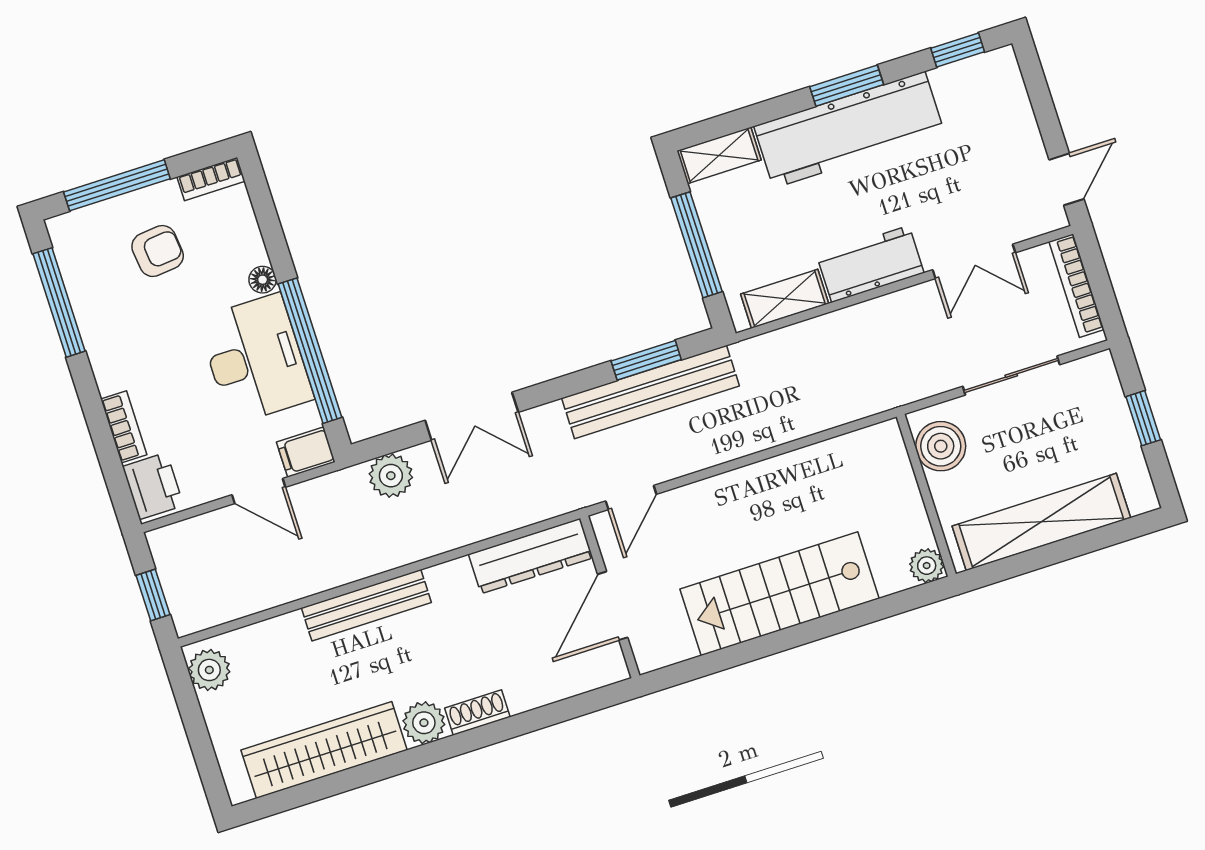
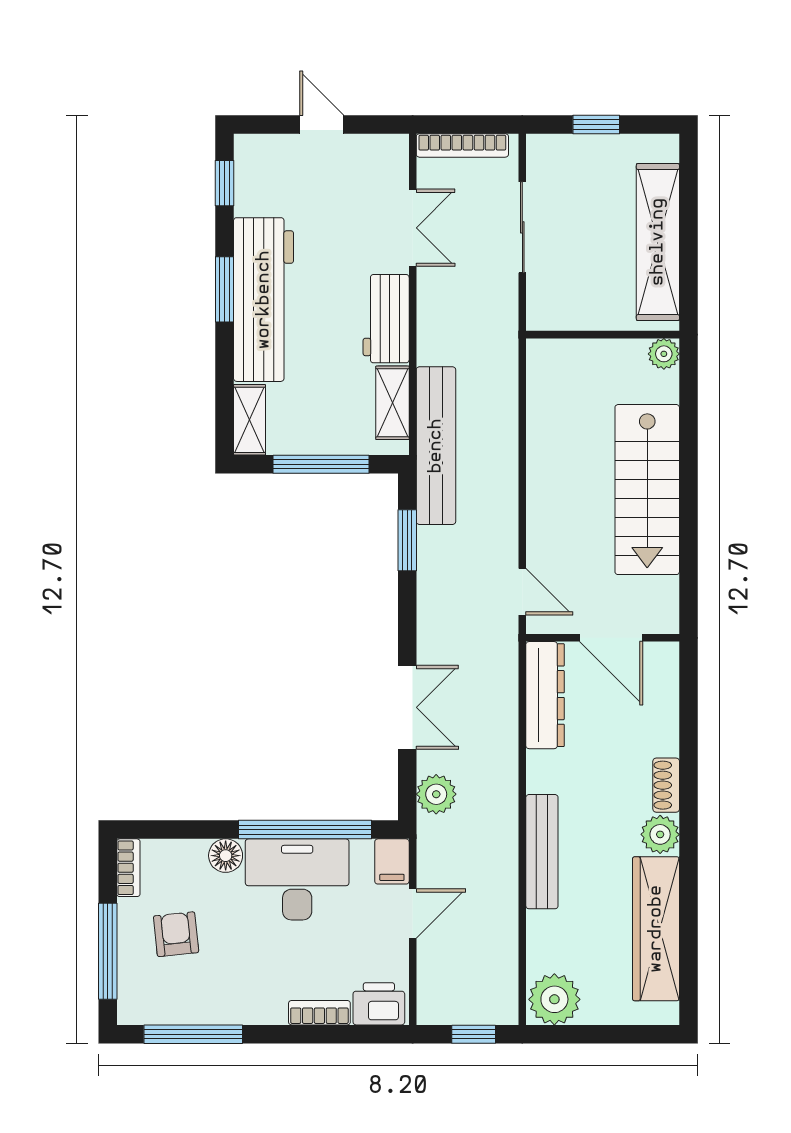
door: (1067, 179) -> (322, 125), moved
floor lamp: (263, 280) -> (226, 856), width x1.37, depth x1.37
bench: (650, 392) -> (436, 446), moved
boiler: (941, 446) -> (564, 308), removed
plant: (209, 670) -> (554, 999), width x1.36, depth x1.36

